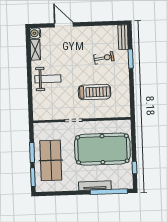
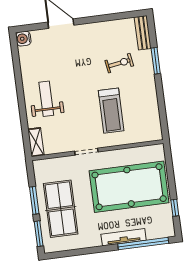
shelving: (35, 50) -> (36, 142), moved
weight bench: (48, 79) -> (46, 99), turned -90
treadmill: (95, 92) -> (111, 111), turned 90

